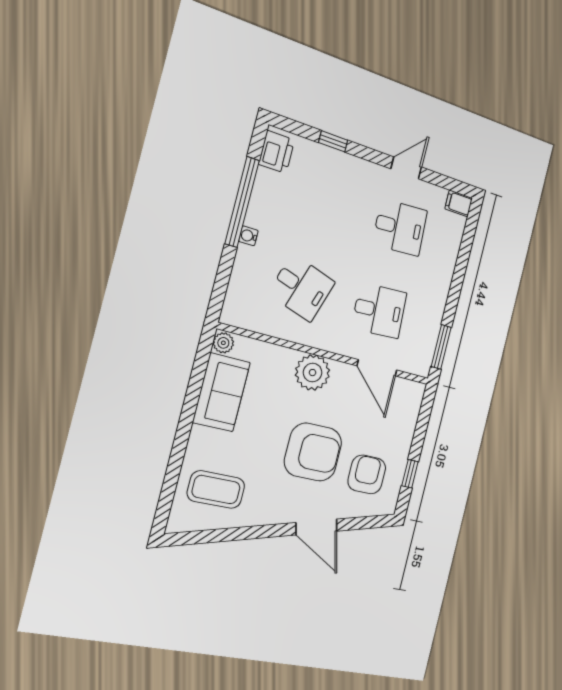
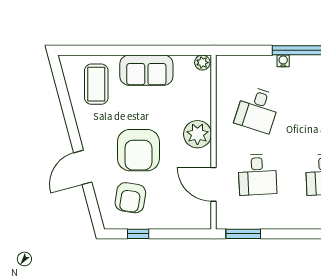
door: (377, 368) -> (214, 184), hinge flipped
sofa: (221, 392) -> (146, 70), moved
armchair: (367, 474) -> (130, 198), turned 99

